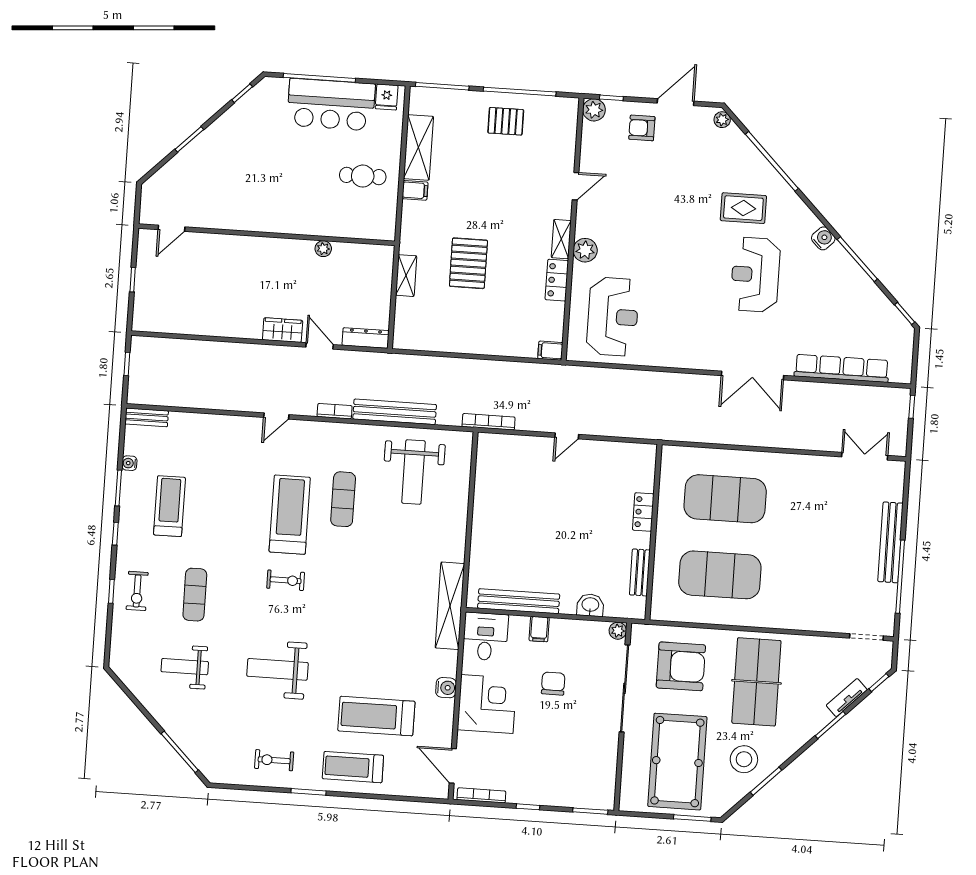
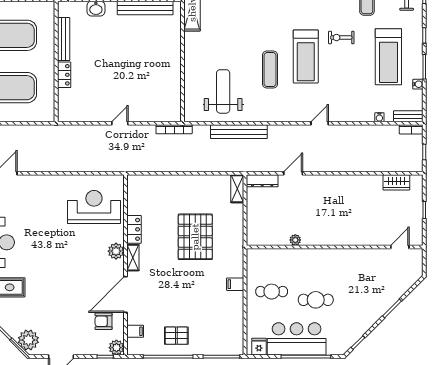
plant: (722, 120) -> (28, 340), width x1.87, depth x1.87
armchair: (642, 128) -> (104, 321), moved, turned 180
shelving: (418, 147) -> (235, 314), removed
cafe table: (299, 160) -> (316, 300), added
door: (576, 186) -> (126, 294), width x1.87
pallet: (468, 263) -> (195, 237), width x1.37, depth x1.41
shelving: (406, 276) -> (237, 189), moved
reception desk: (613, 317) -> (94, 207), turned 90
wardrobe: (283, 330) -> (396, 182), moved
door: (320, 346) -> (293, 173), swing flipped
filing cabinet: (550, 351) -> (135, 331), moved
bookcase: (335, 411) -> (411, 129), moved
water cooler: (189, 419) -> (379, 117), added
treadmill: (169, 506) -> (388, 57), width x1.37, depth x1.38
bench: (640, 572) -> (64, 39), width x1.36
exercise bike: (286, 580) -> (341, 38), moved

